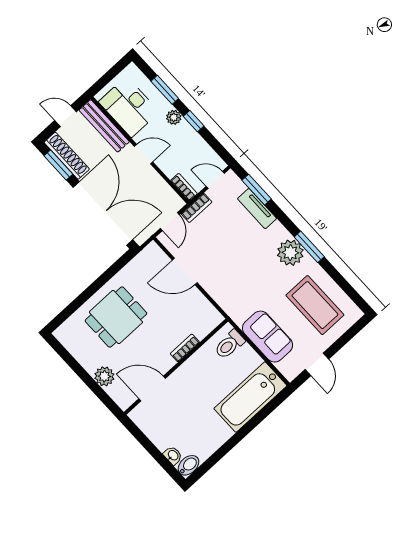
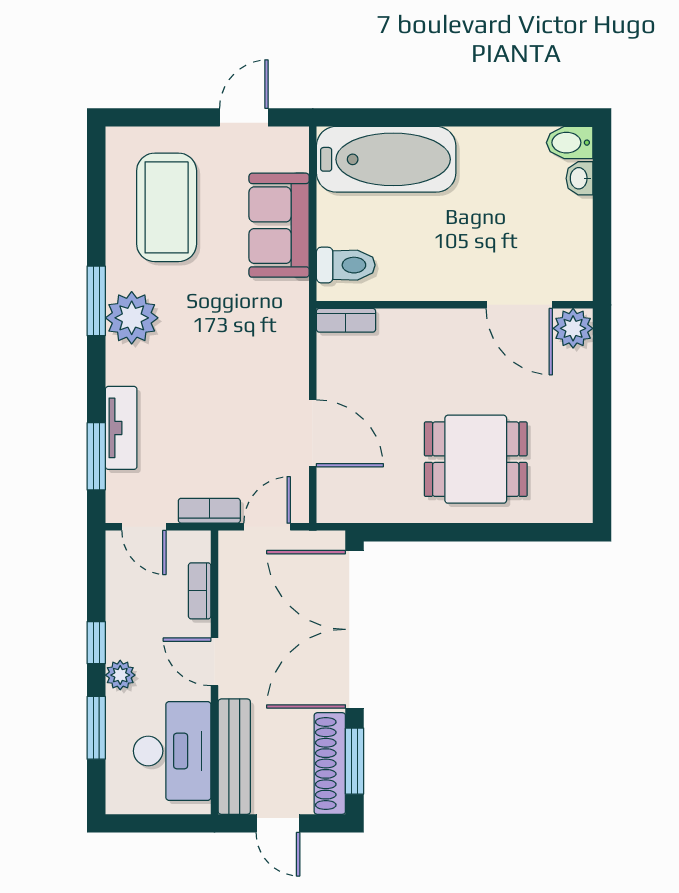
bookcase: (184, 187) -> (200, 591), moved
bookcase: (185, 348) -> (346, 320), moved
plant: (104, 376) -> (573, 328), moved

